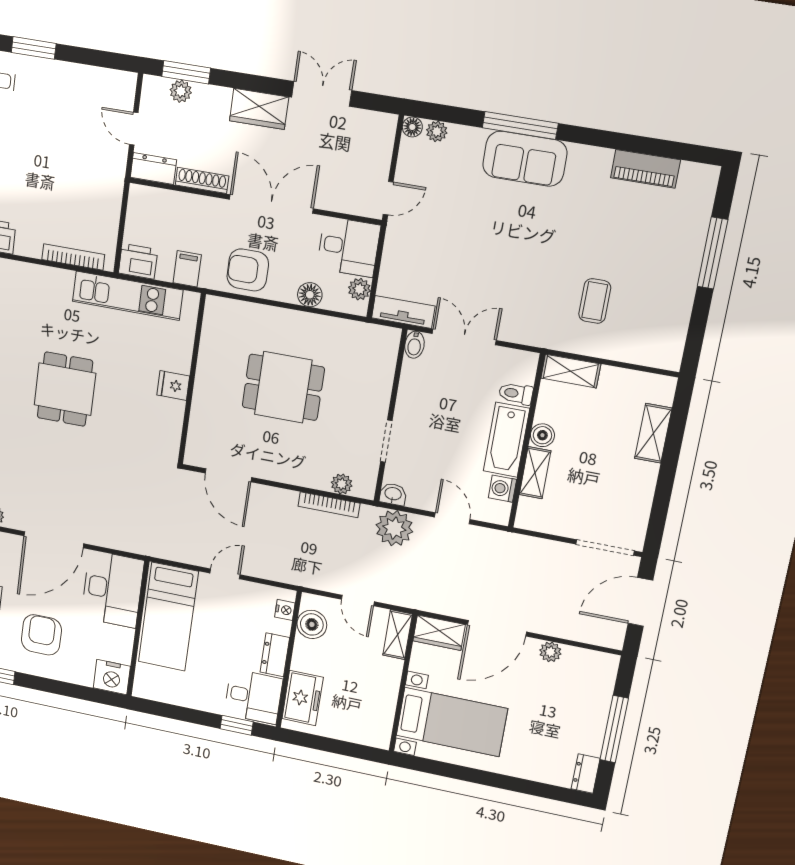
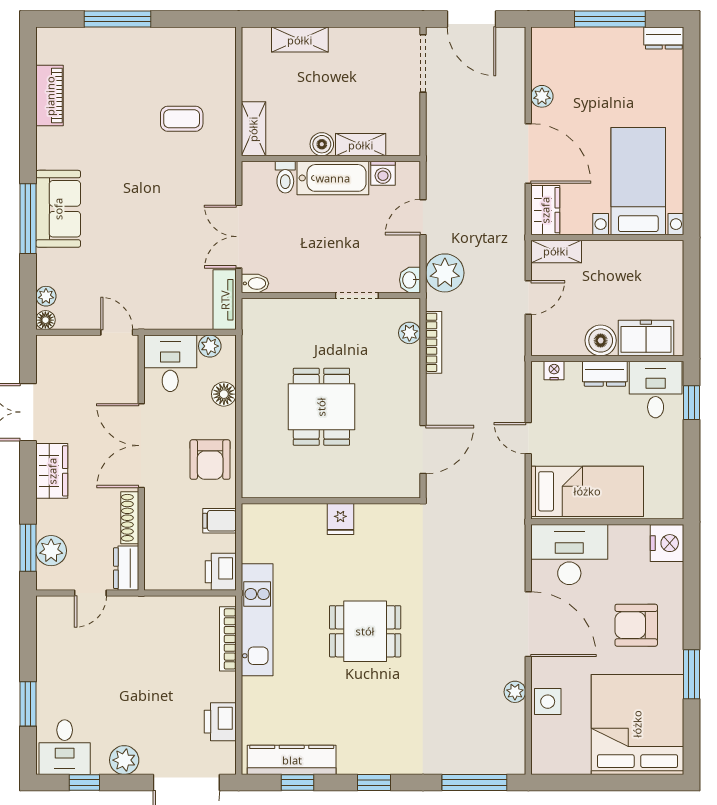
plant: (181, 91) -> (51, 551), width x1.38, depth x1.38
kitchen unit: (128, 296) -> (257, 620), moved
boiler: (312, 624) -> (601, 340), moved

